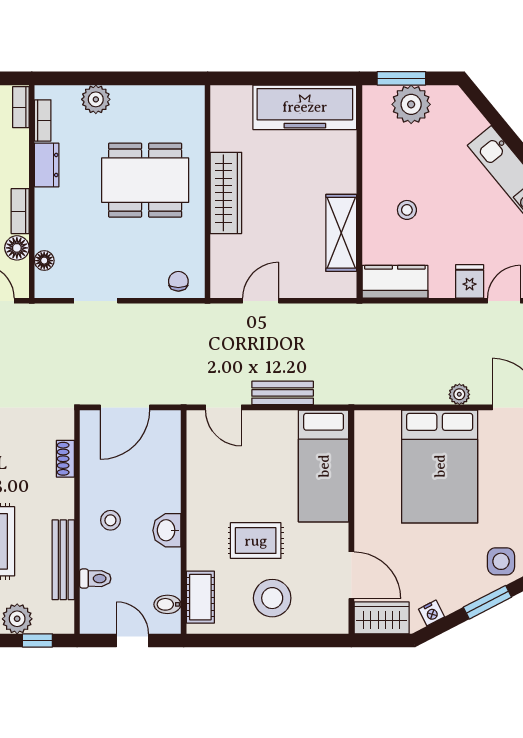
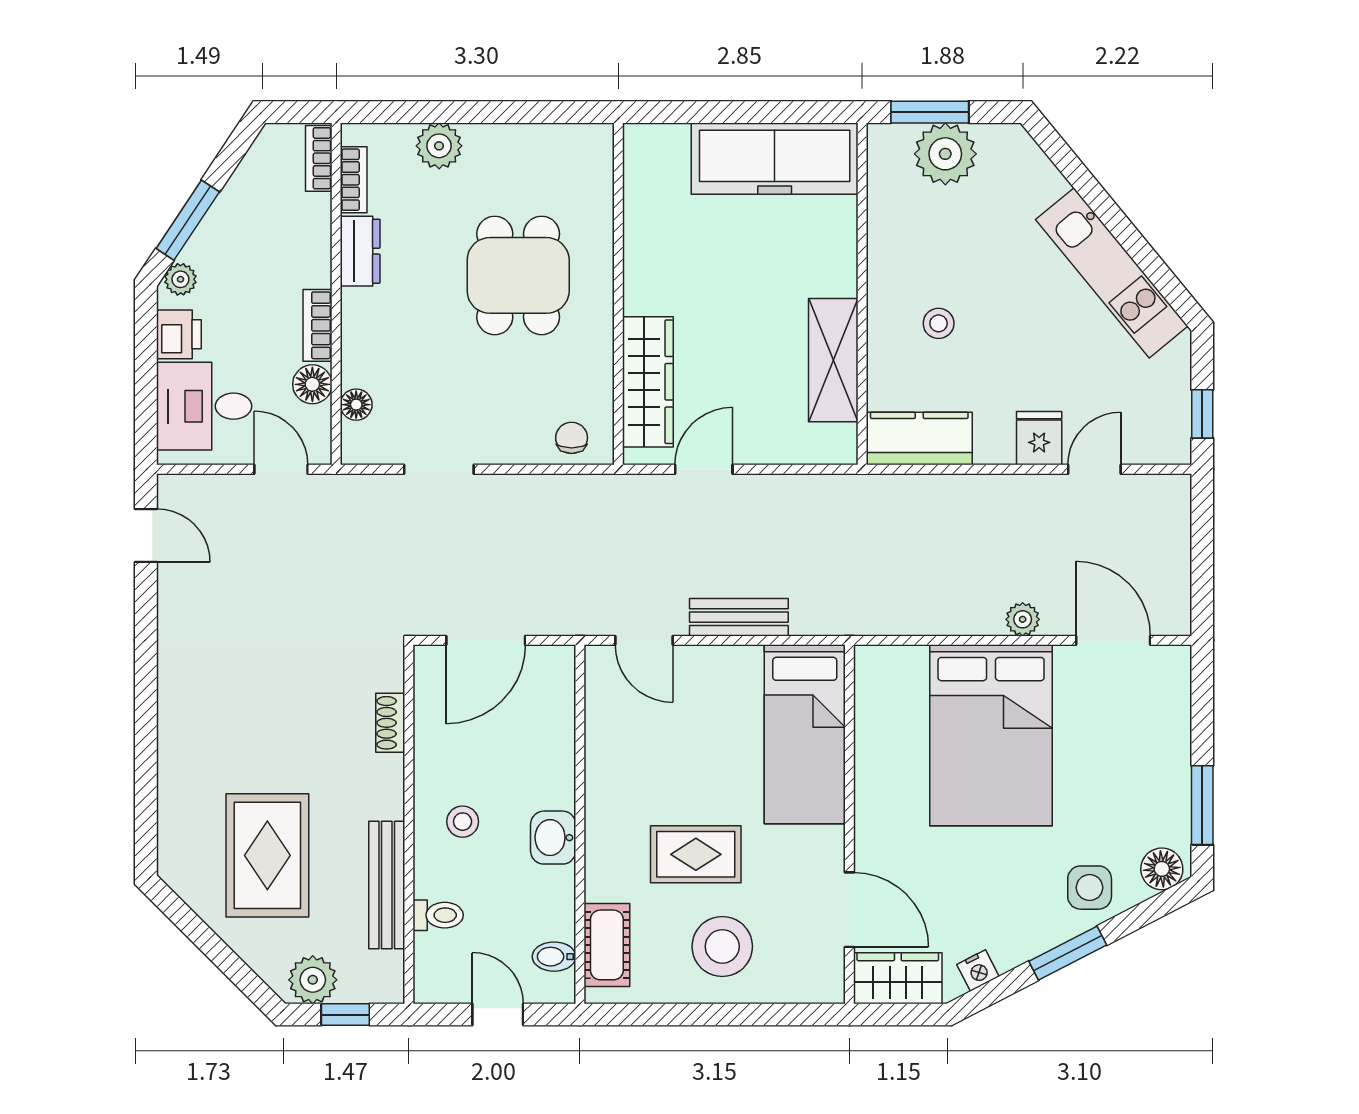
dining table: (145, 180) -> (518, 275), width x0.73
wardrobe: (226, 193) -> (648, 382), moved

